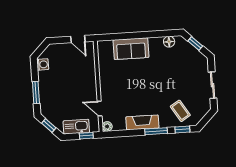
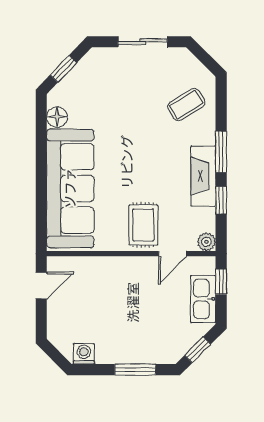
sofa: (131, 49) -> (70, 188), width x1.85, depth x1.27
rug: (114, 92) -> (143, 225), added
window: (182, 129) -> (221, 200), moved

